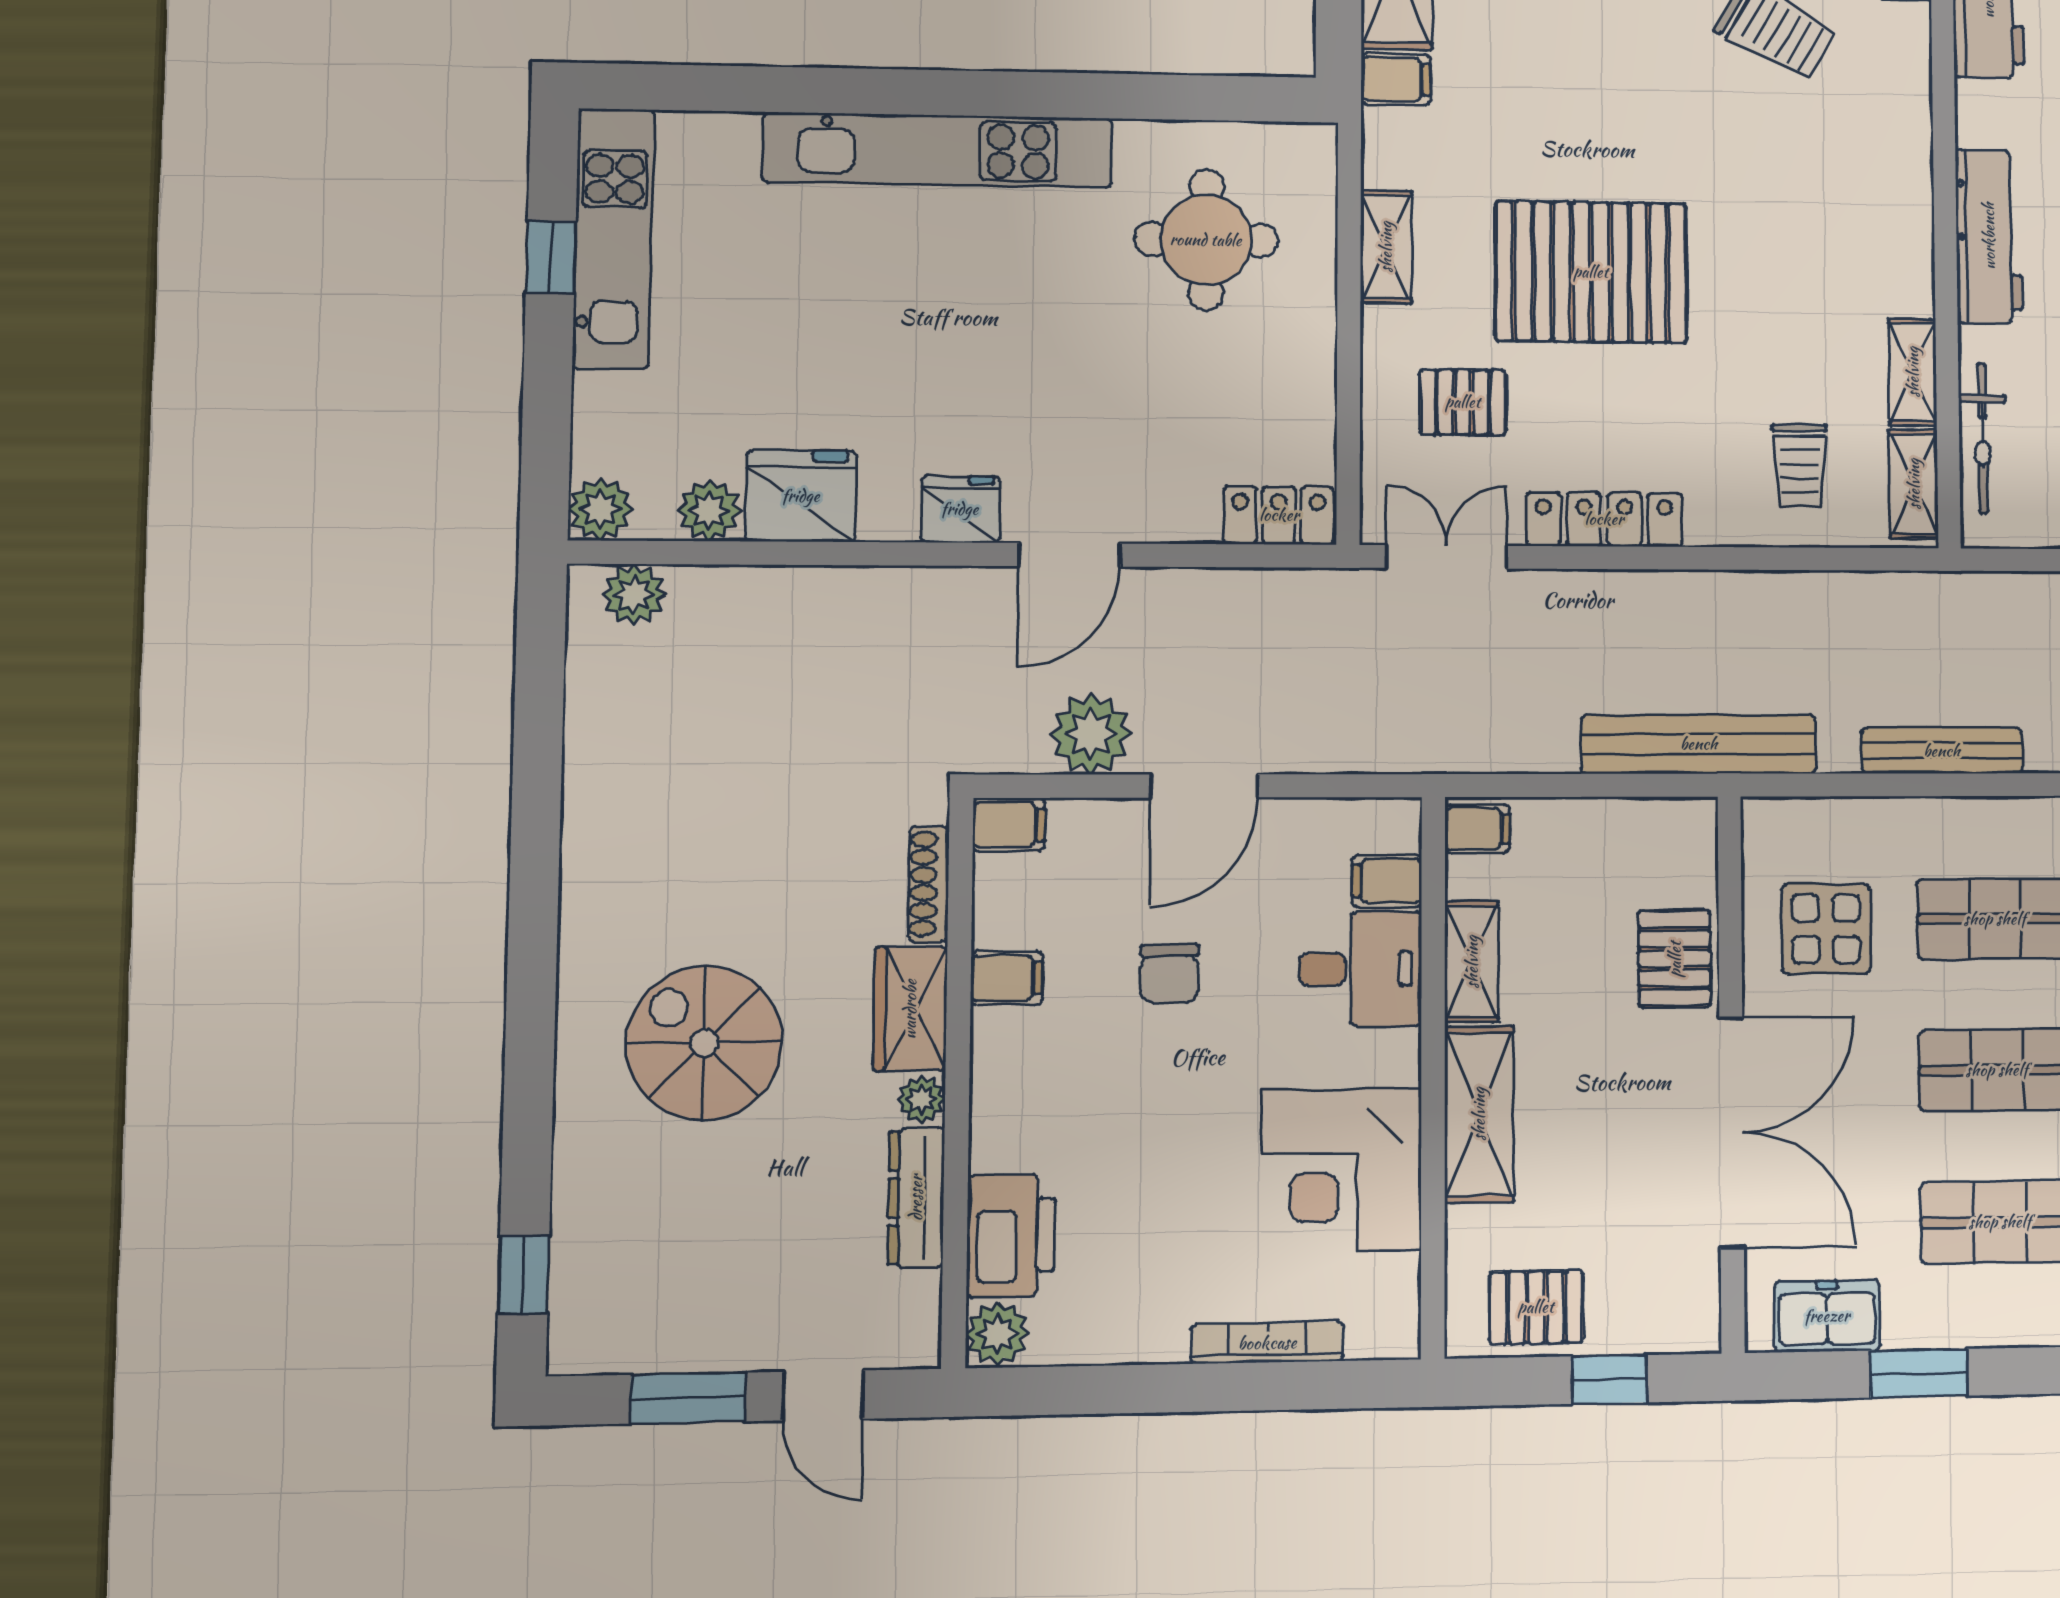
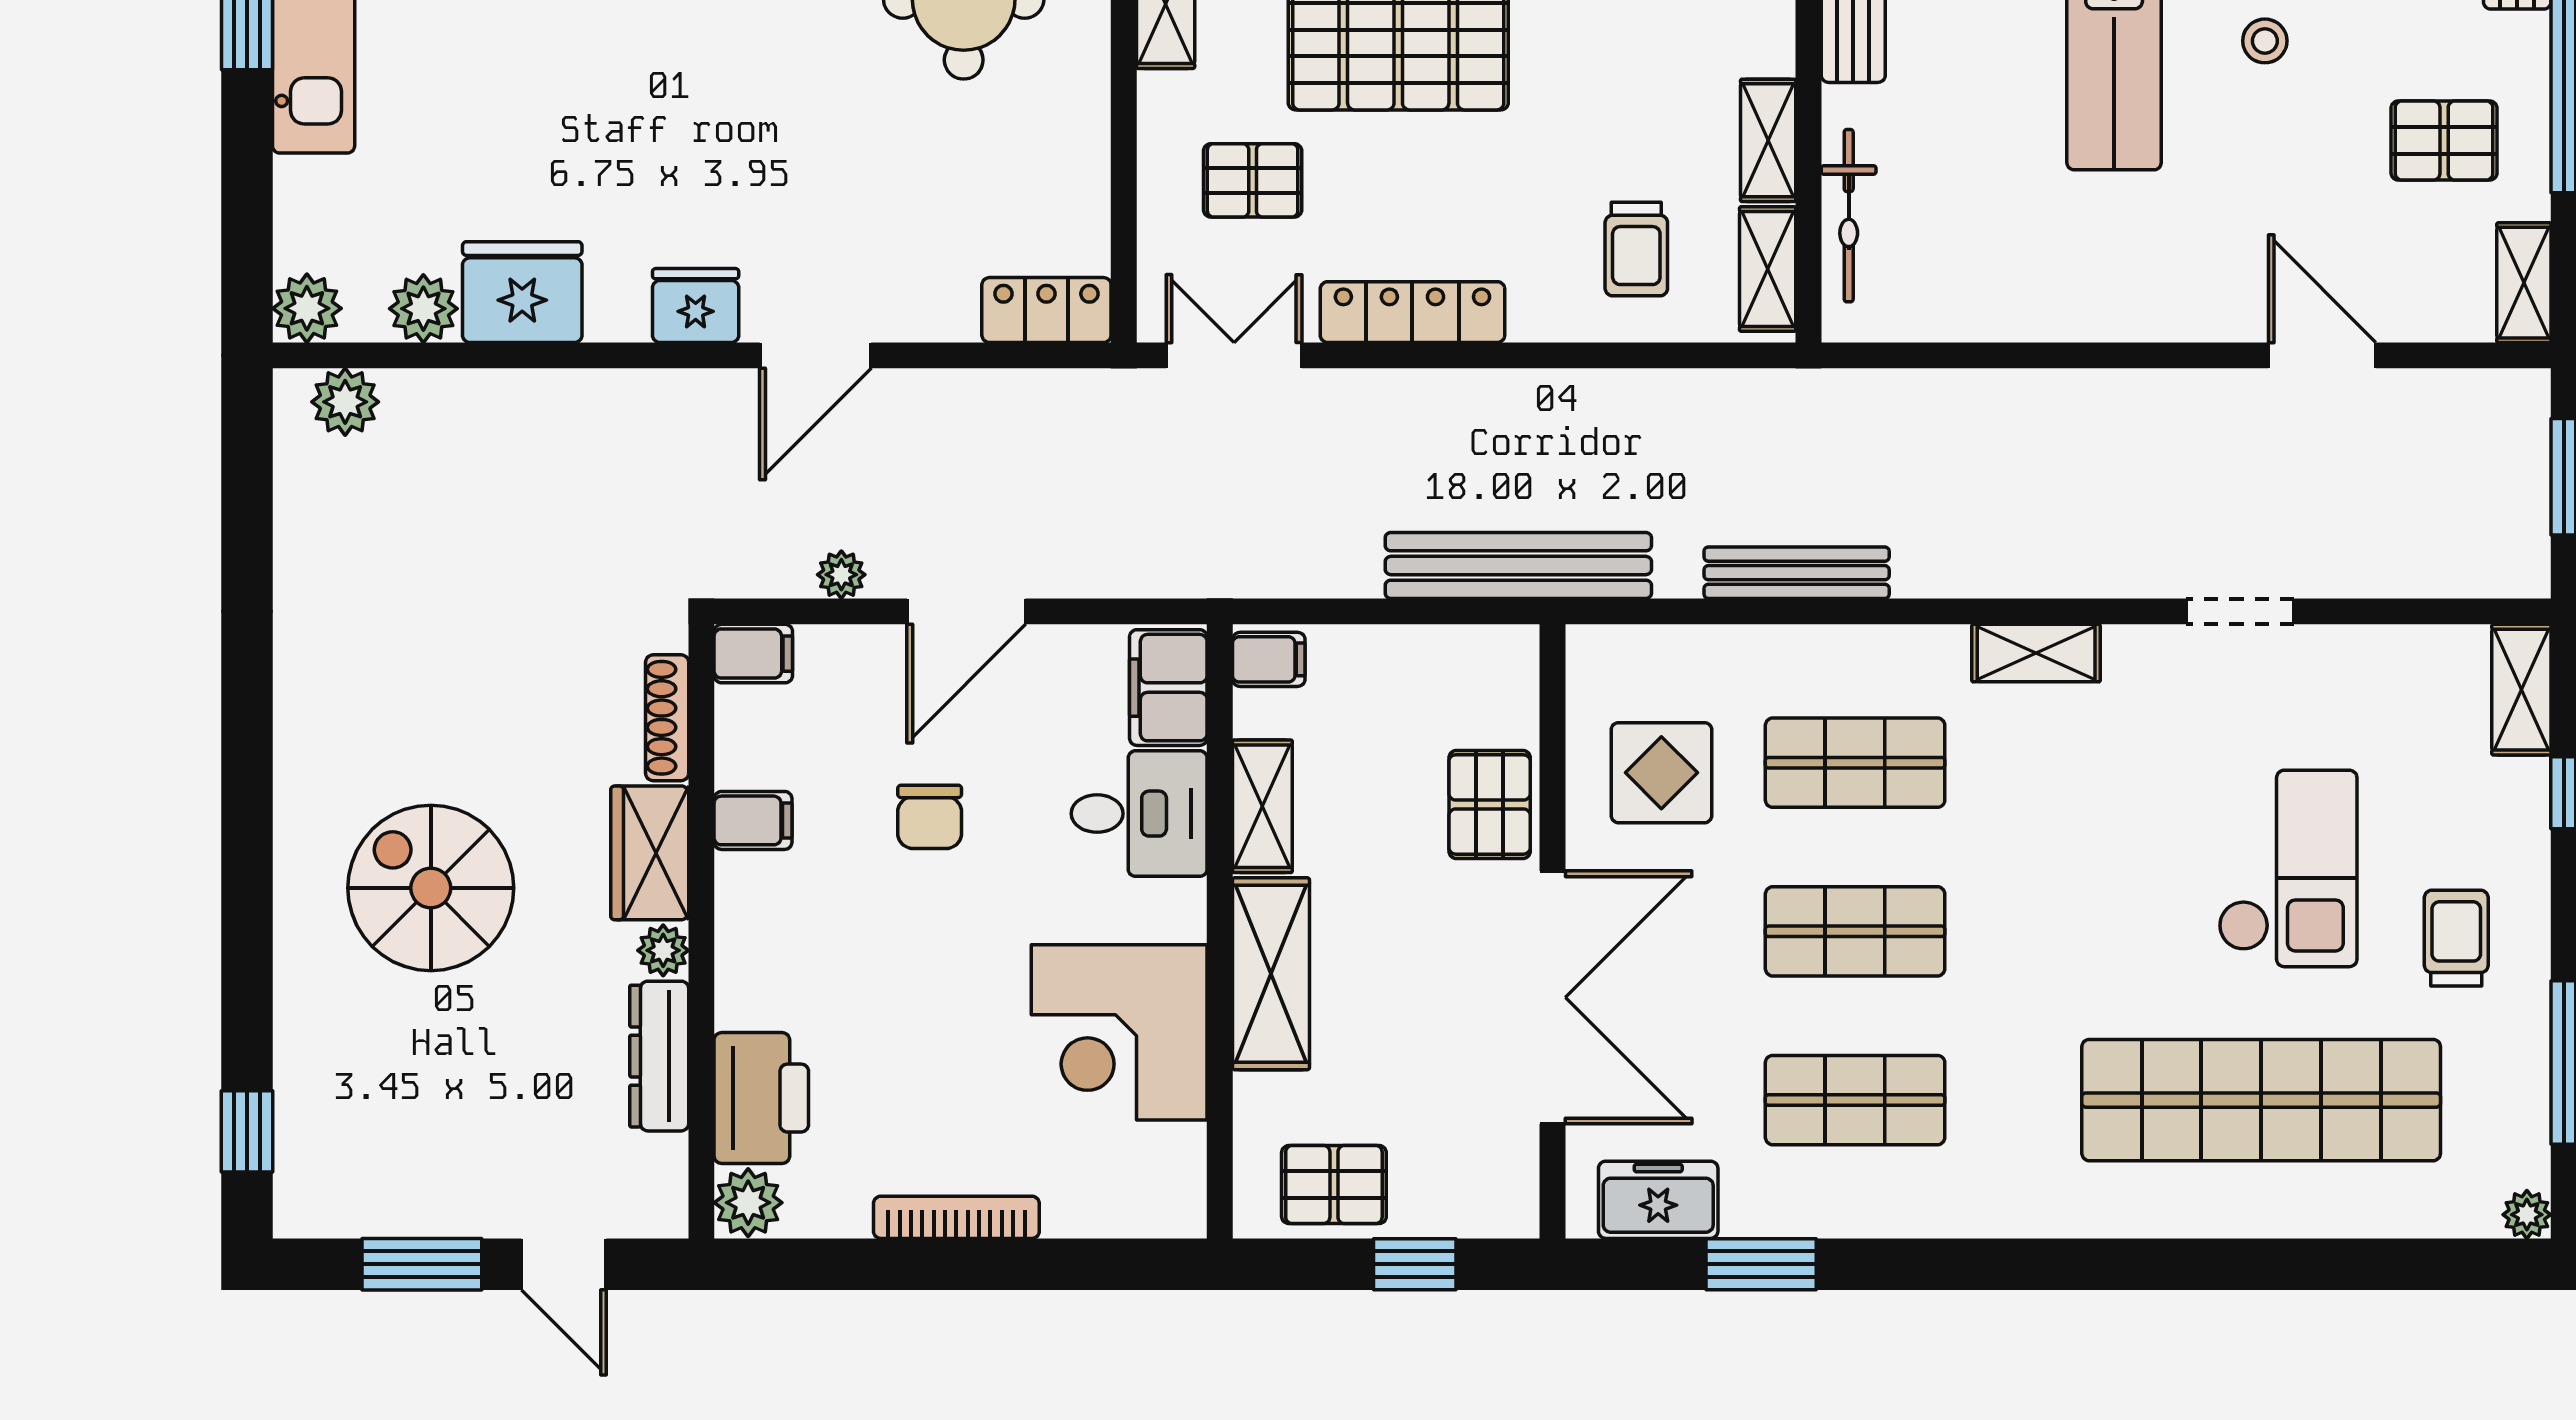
plant: (1091, 734) -> (841, 575), width x0.53, depth x0.53
filing cabinet: (1387, 881) -> (1168, 688), width x2.00
bookcase: (1267, 1343) -> (956, 1217), moved

